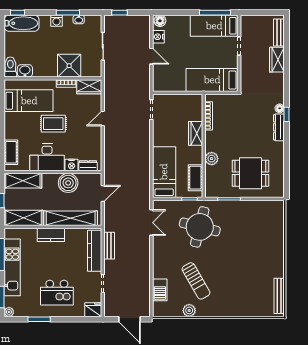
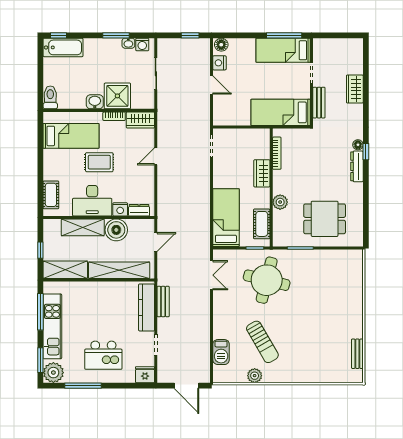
window: (119, 13) -> (190, 35), moved
washing machine: (57, 21) -> (142, 44), moved
bench: (279, 33) -> (319, 103), moved
washbasin: (25, 71) -> (95, 102), moved
shelving: (23, 181) -> (83, 227), moved
kitchen counter: (51, 235) -> (97, 289), removed
bench: (279, 296) -> (357, 354), width x0.73
plant: (9, 312) -> (53, 373), width x1.88, depth x1.88
window: (39, 319) -> (83, 386), width x1.44

